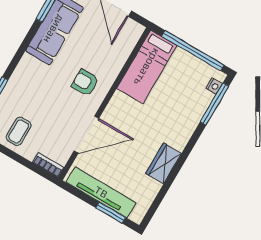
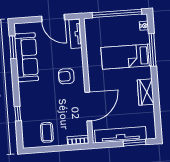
tv unit: (129, 41) -> (75, 34), added
bed: (147, 67) -> (126, 57), moved, turned 90
window: (214, 104) -> (153, 50), moved

